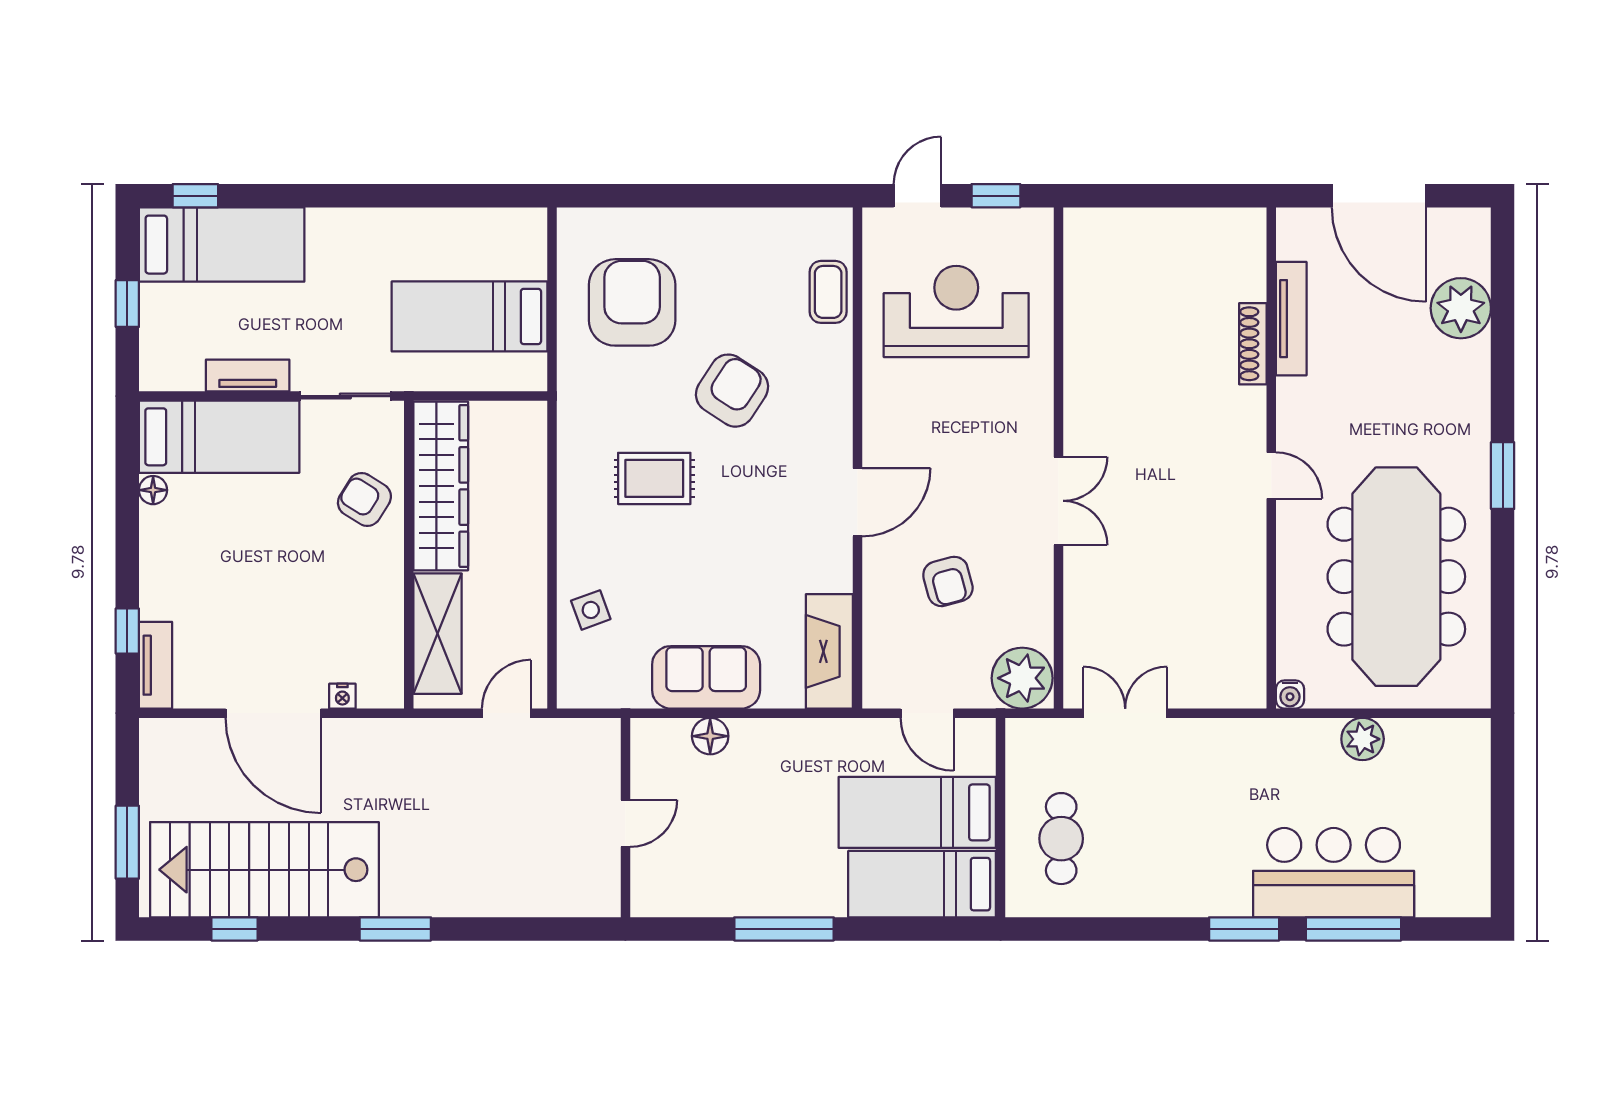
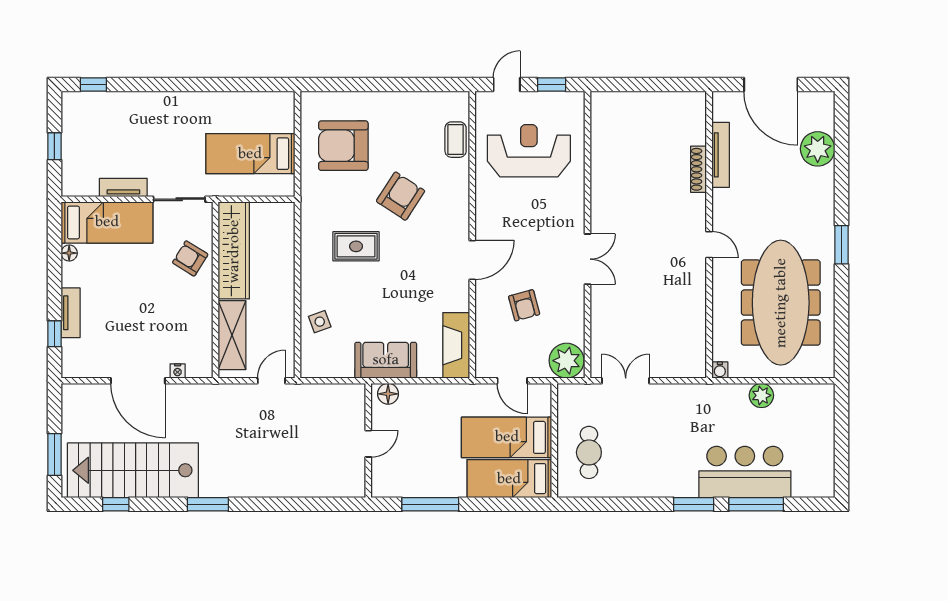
bed: (222, 245) -> (108, 112), removed
armchair: (632, 302) -> (343, 146), turned -90
tv unit: (155, 665) -> (71, 313), moved
wall: (625, 818) -> (368, 440), moved
door: (625, 823) -> (368, 444), moved

